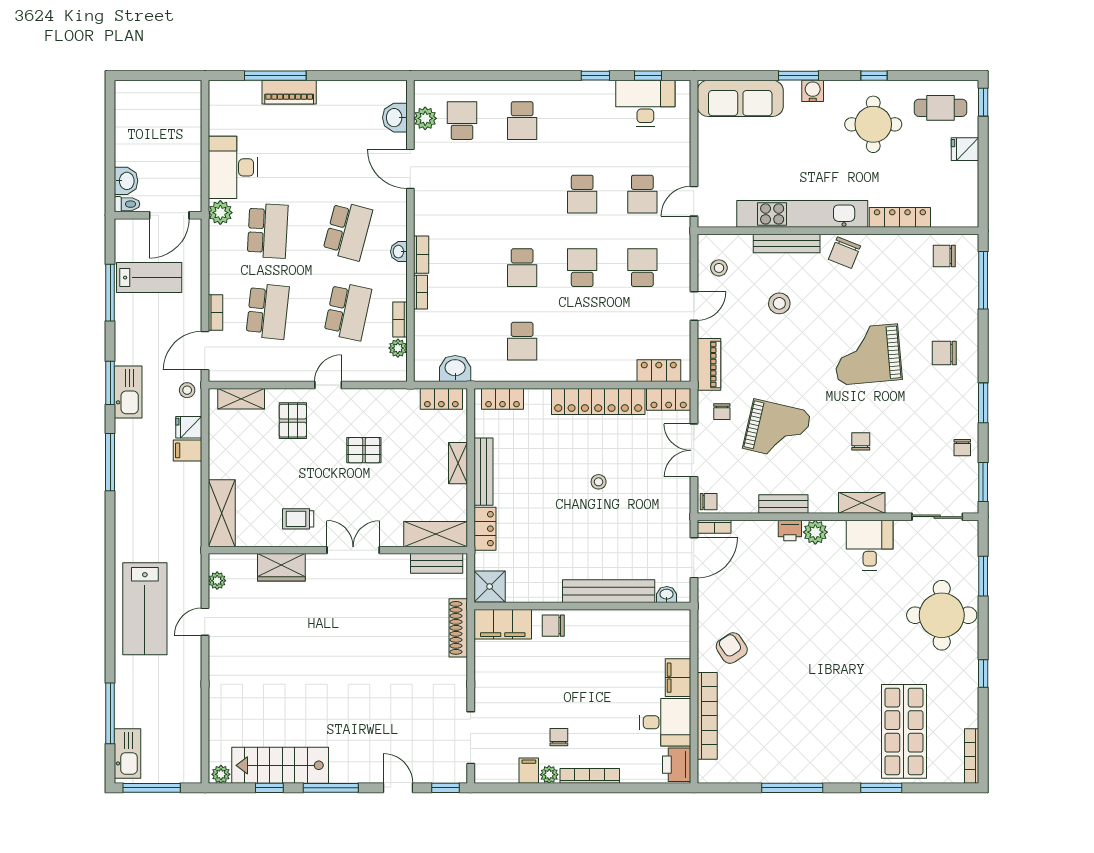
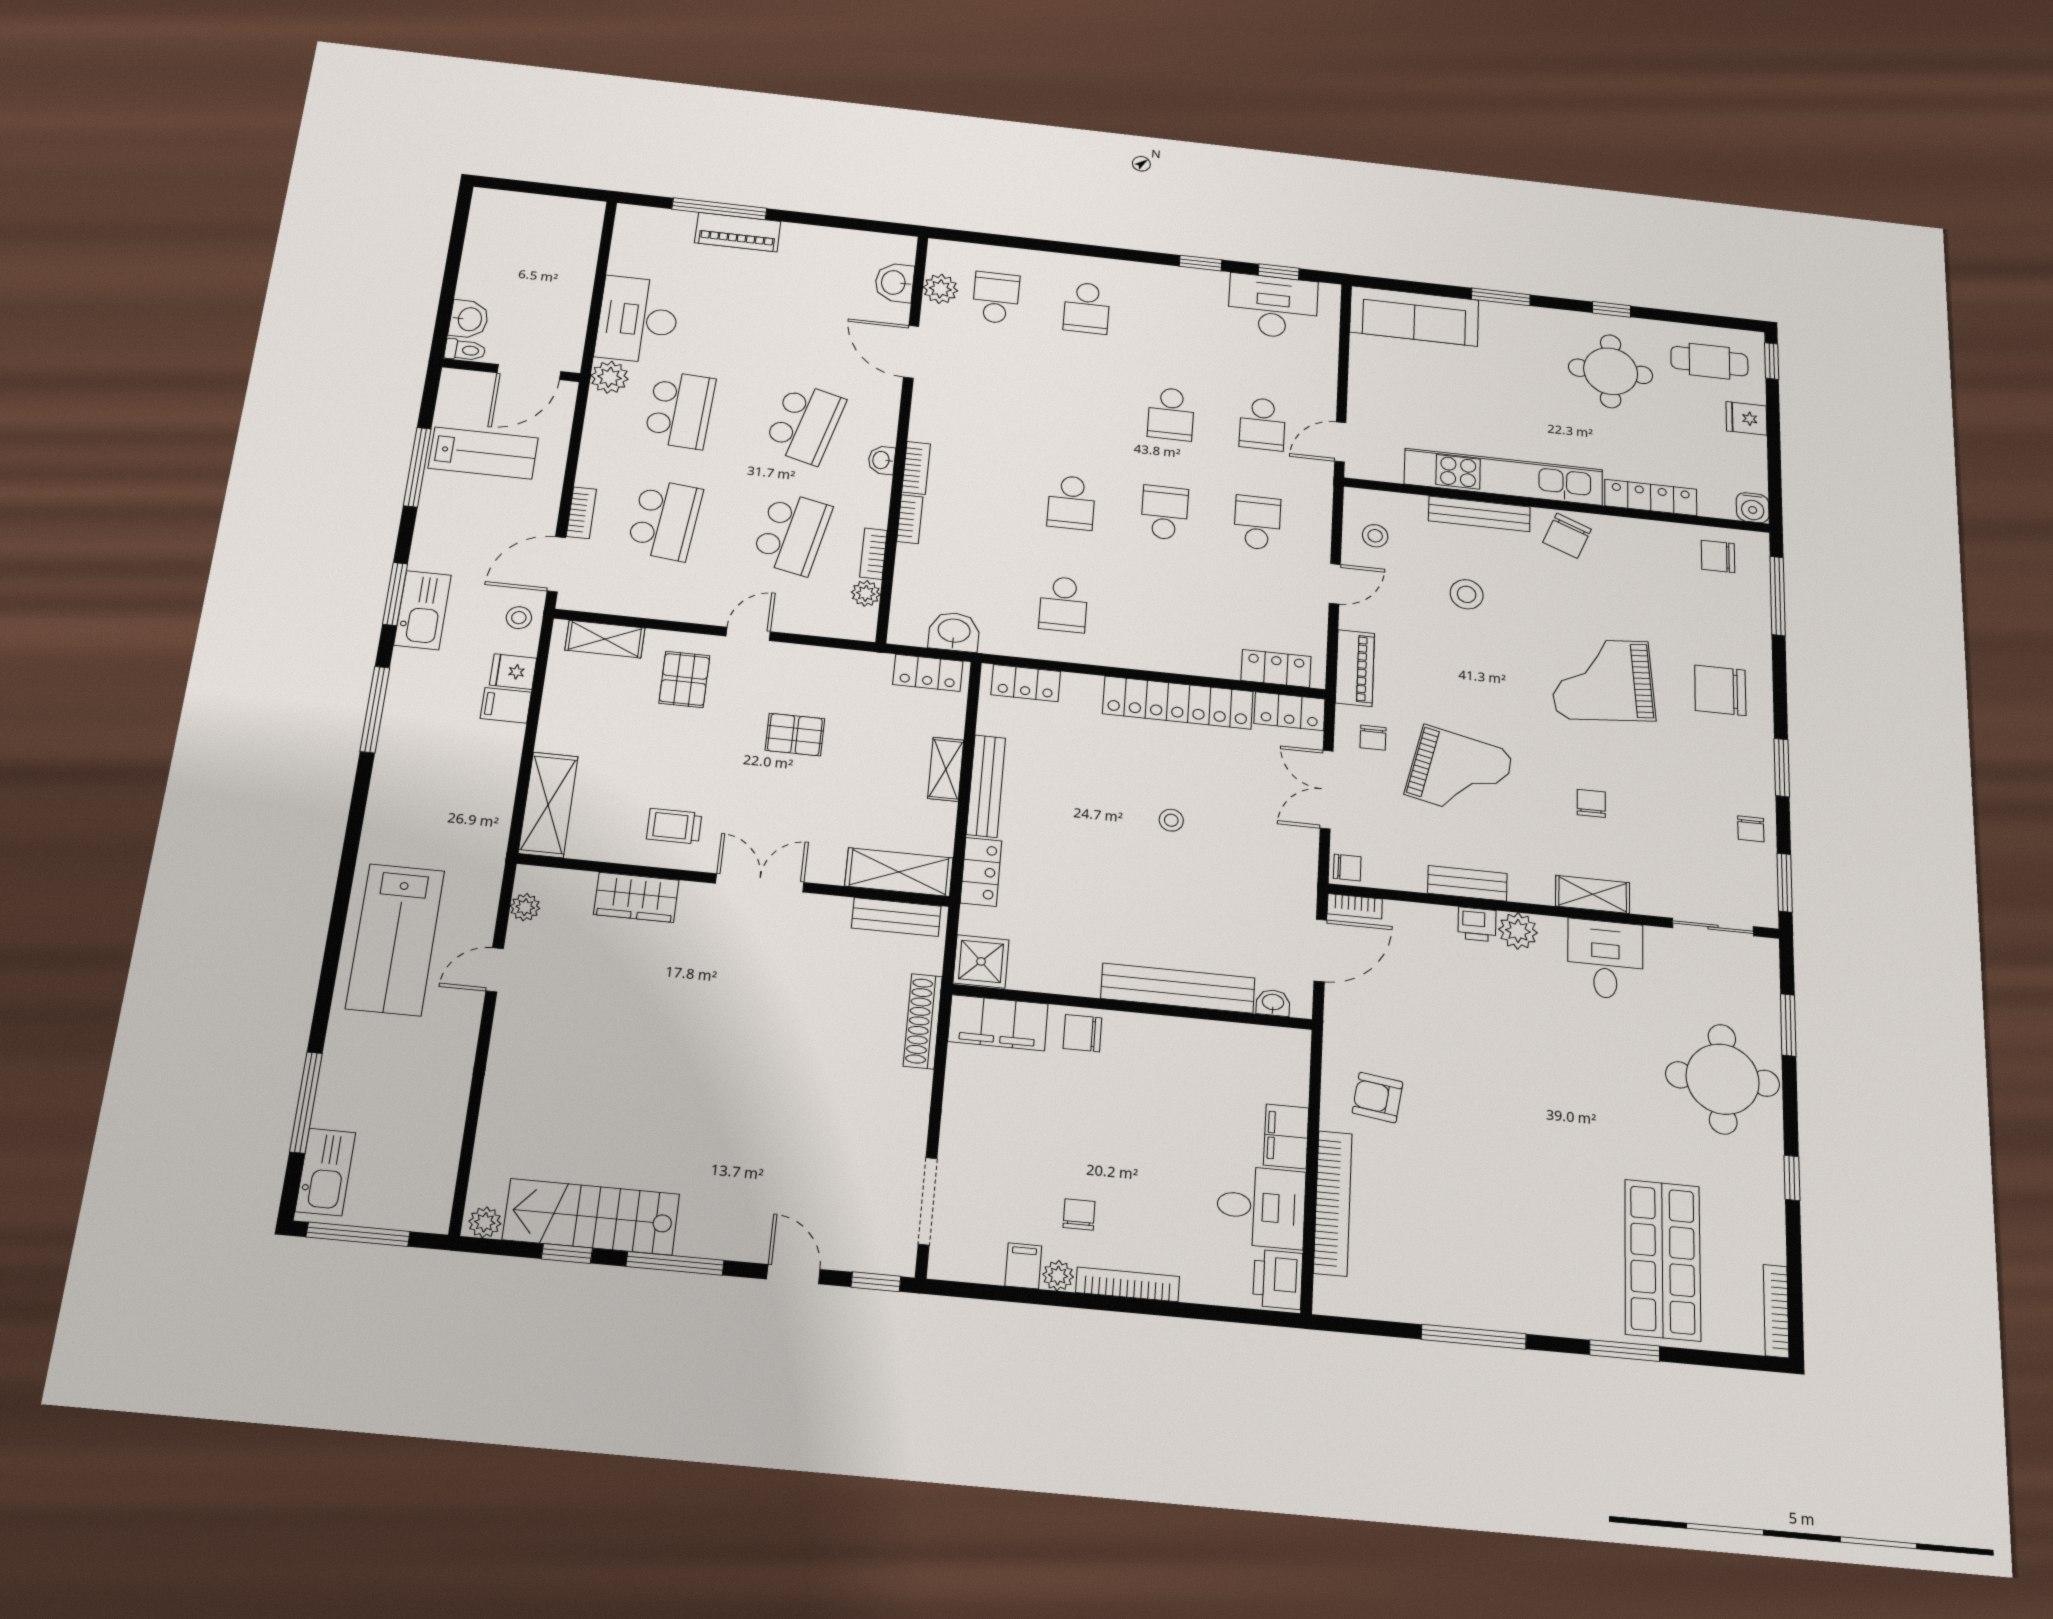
water cooler: (813, 91) -> (1753, 508), moved, turned 180
chair: (944, 353) -> (1720, 690), width x1.37, depth x1.37
armchair: (732, 648) -> (1377, 1097), turned -49

